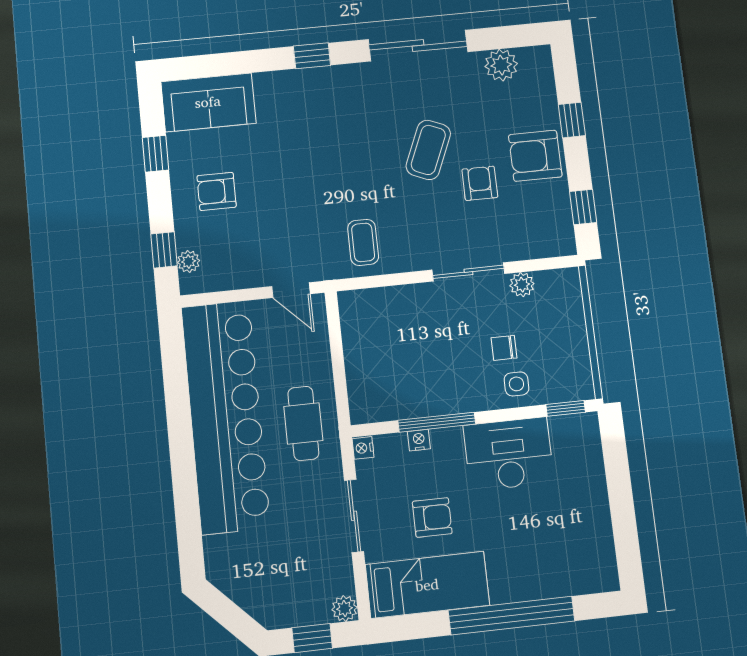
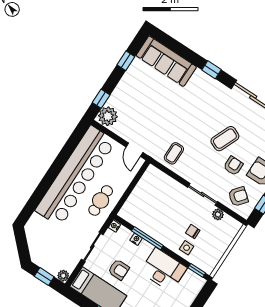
sofa: (208, 102) -> (166, 61), width x1.36
armchair: (217, 191) -> (238, 196), moved, turned 129
plant: (189, 261) -> (108, 116), width x1.88, depth x1.88

